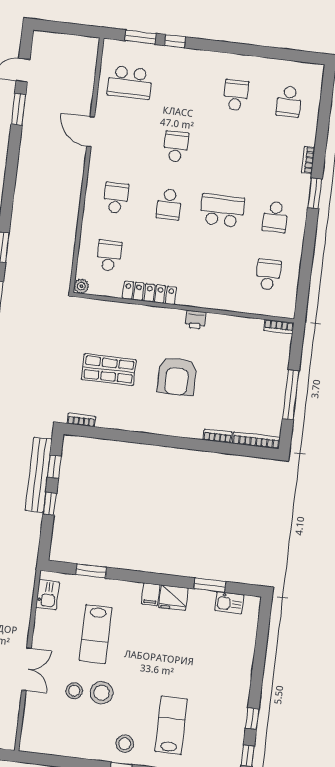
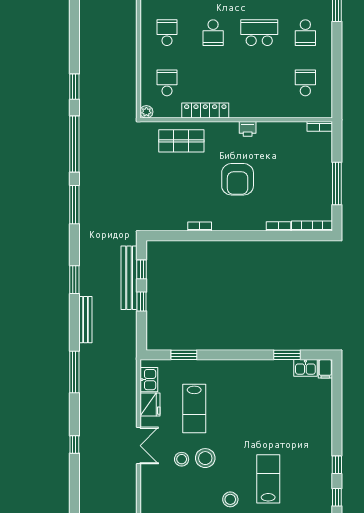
shop shelf: (109, 370) -> (181, 141), moved
bookcase: (81, 420) -> (200, 226), moved
filing cabinet: (151, 594) -> (325, 369), moved
fridge: (173, 598) -> (150, 405), moved, turned -90

